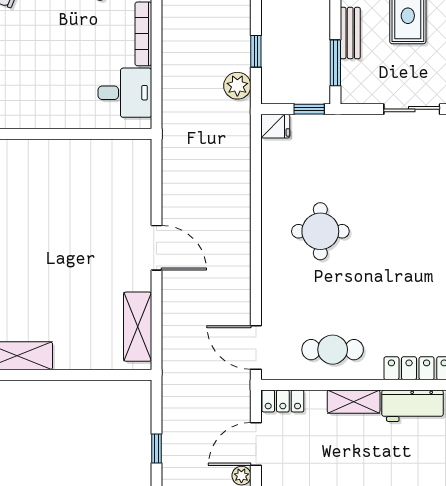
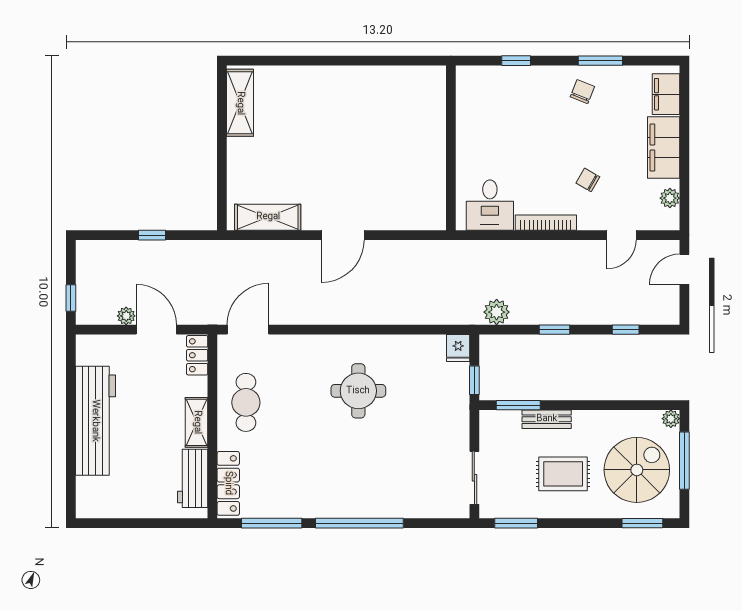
window: (256, 51) -> (554, 330), moved

